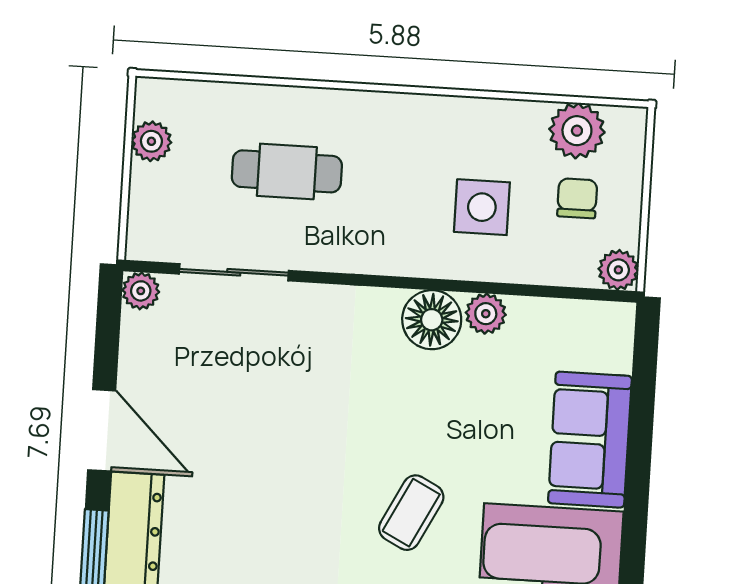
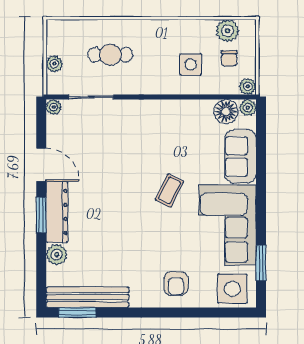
plant: (151, 141) -> (54, 64), moved
chair: (577, 198) -> (229, 58), turned 180
plant: (486, 314) -> (248, 108), moved
floor lamp: (432, 320) -> (226, 112), moved

